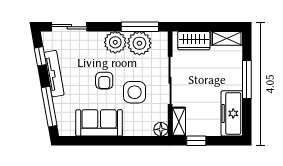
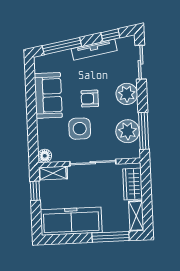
plant: (115, 42) -> (127, 94), moved
window: (247, 80) -> (111, 237), moved
freezer: (232, 113) -> (71, 221), width x1.36, depth x1.26

